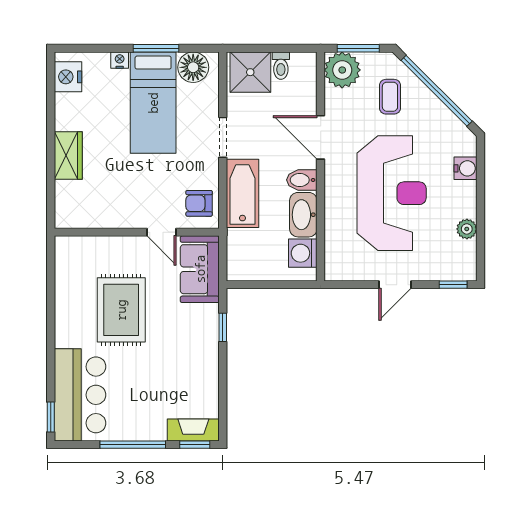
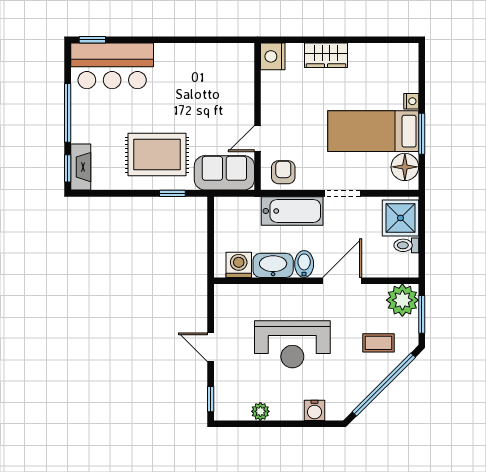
nightstand: (68, 77) -> (273, 56), moved, turned -90
reception desk: (392, 193) -> (292, 344), width x0.74, depth x0.77
rug: (121, 310) -> (157, 155), moved

